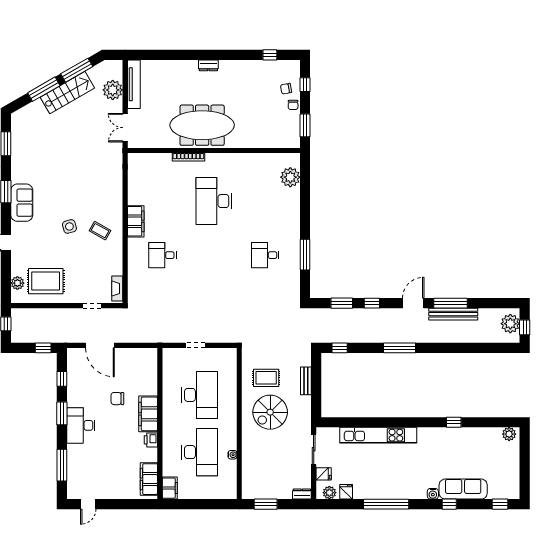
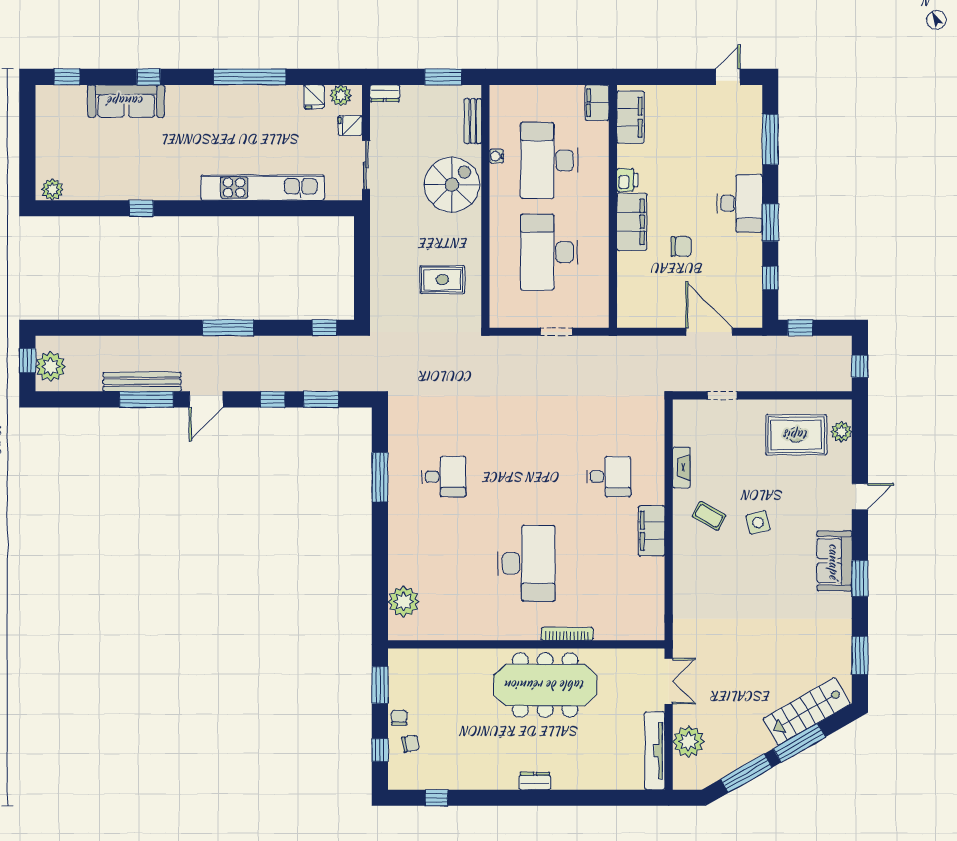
stairs: (67, 93) -> (807, 711), moved
fireplace: (117, 289) -> (681, 468), moved
bench: (306, 381) -> (473, 121), moved
spiral stairs: (270, 412) -> (452, 185), moved
water cooler: (433, 494) -> (175, 94), removed

